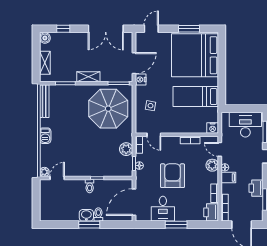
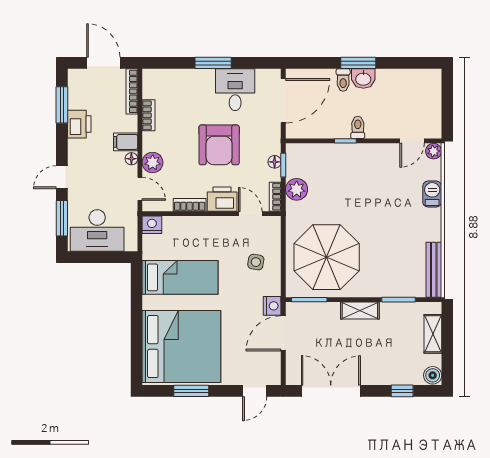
barbecue: (45, 136) -> (432, 194), moved
printer: (211, 212) -> (222, 199), moved, turned -90

